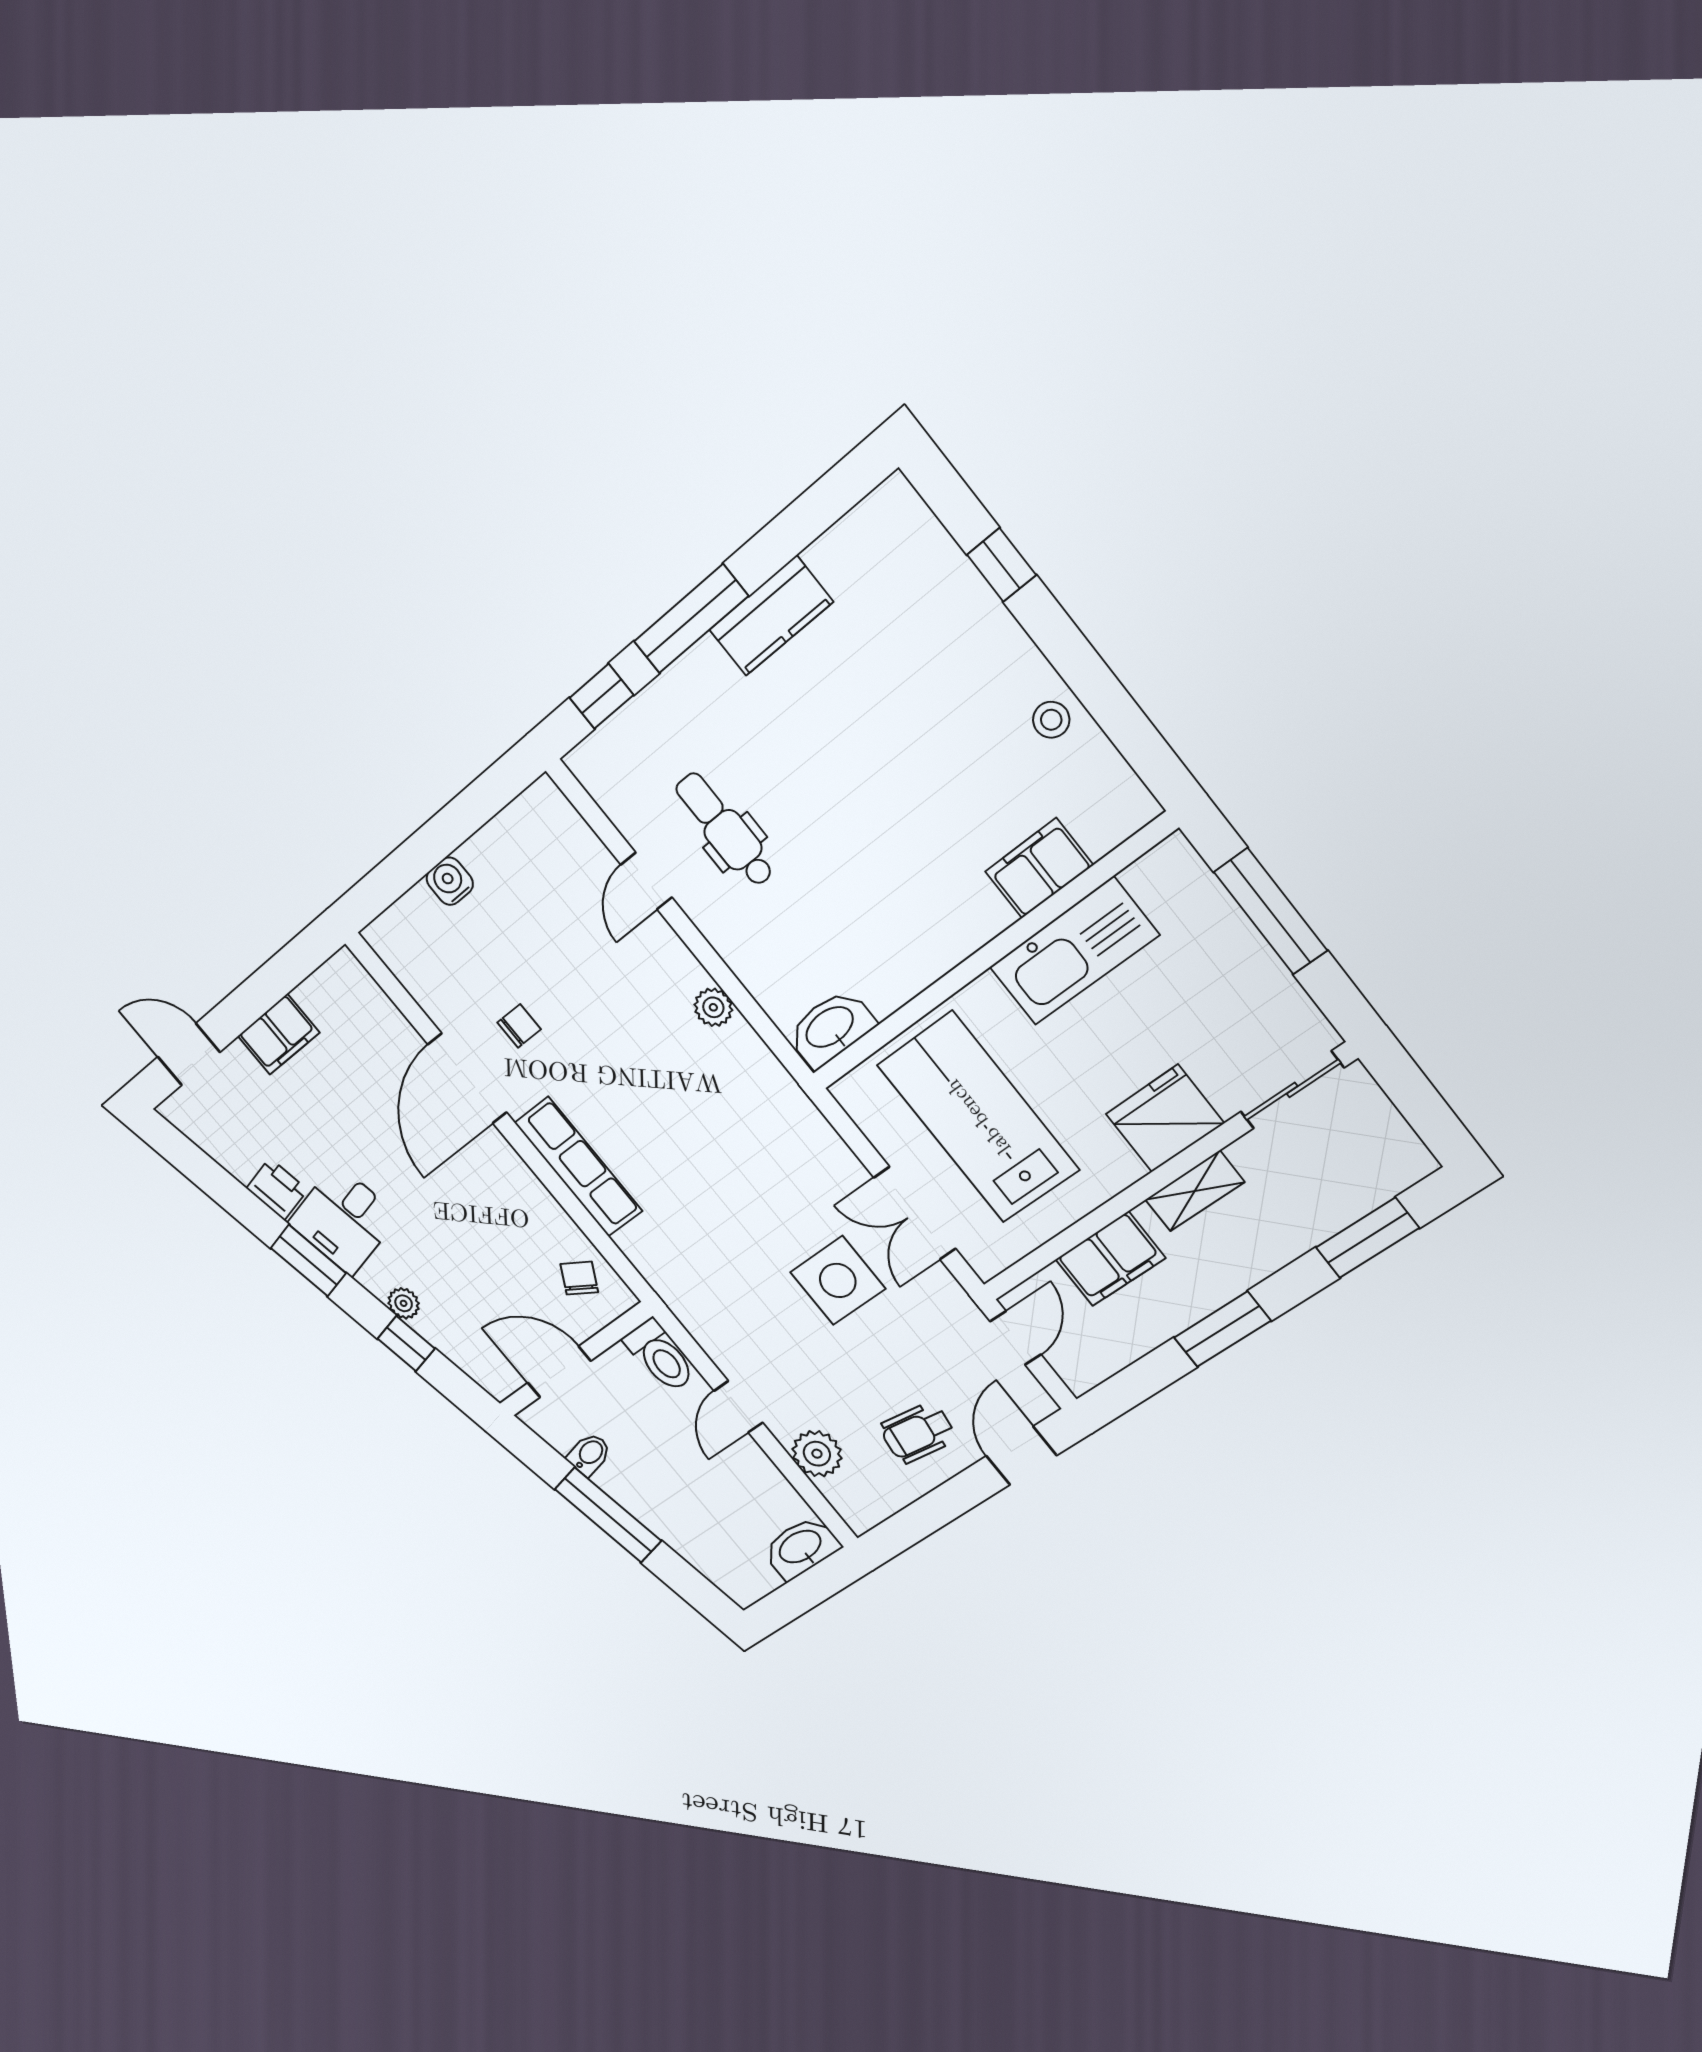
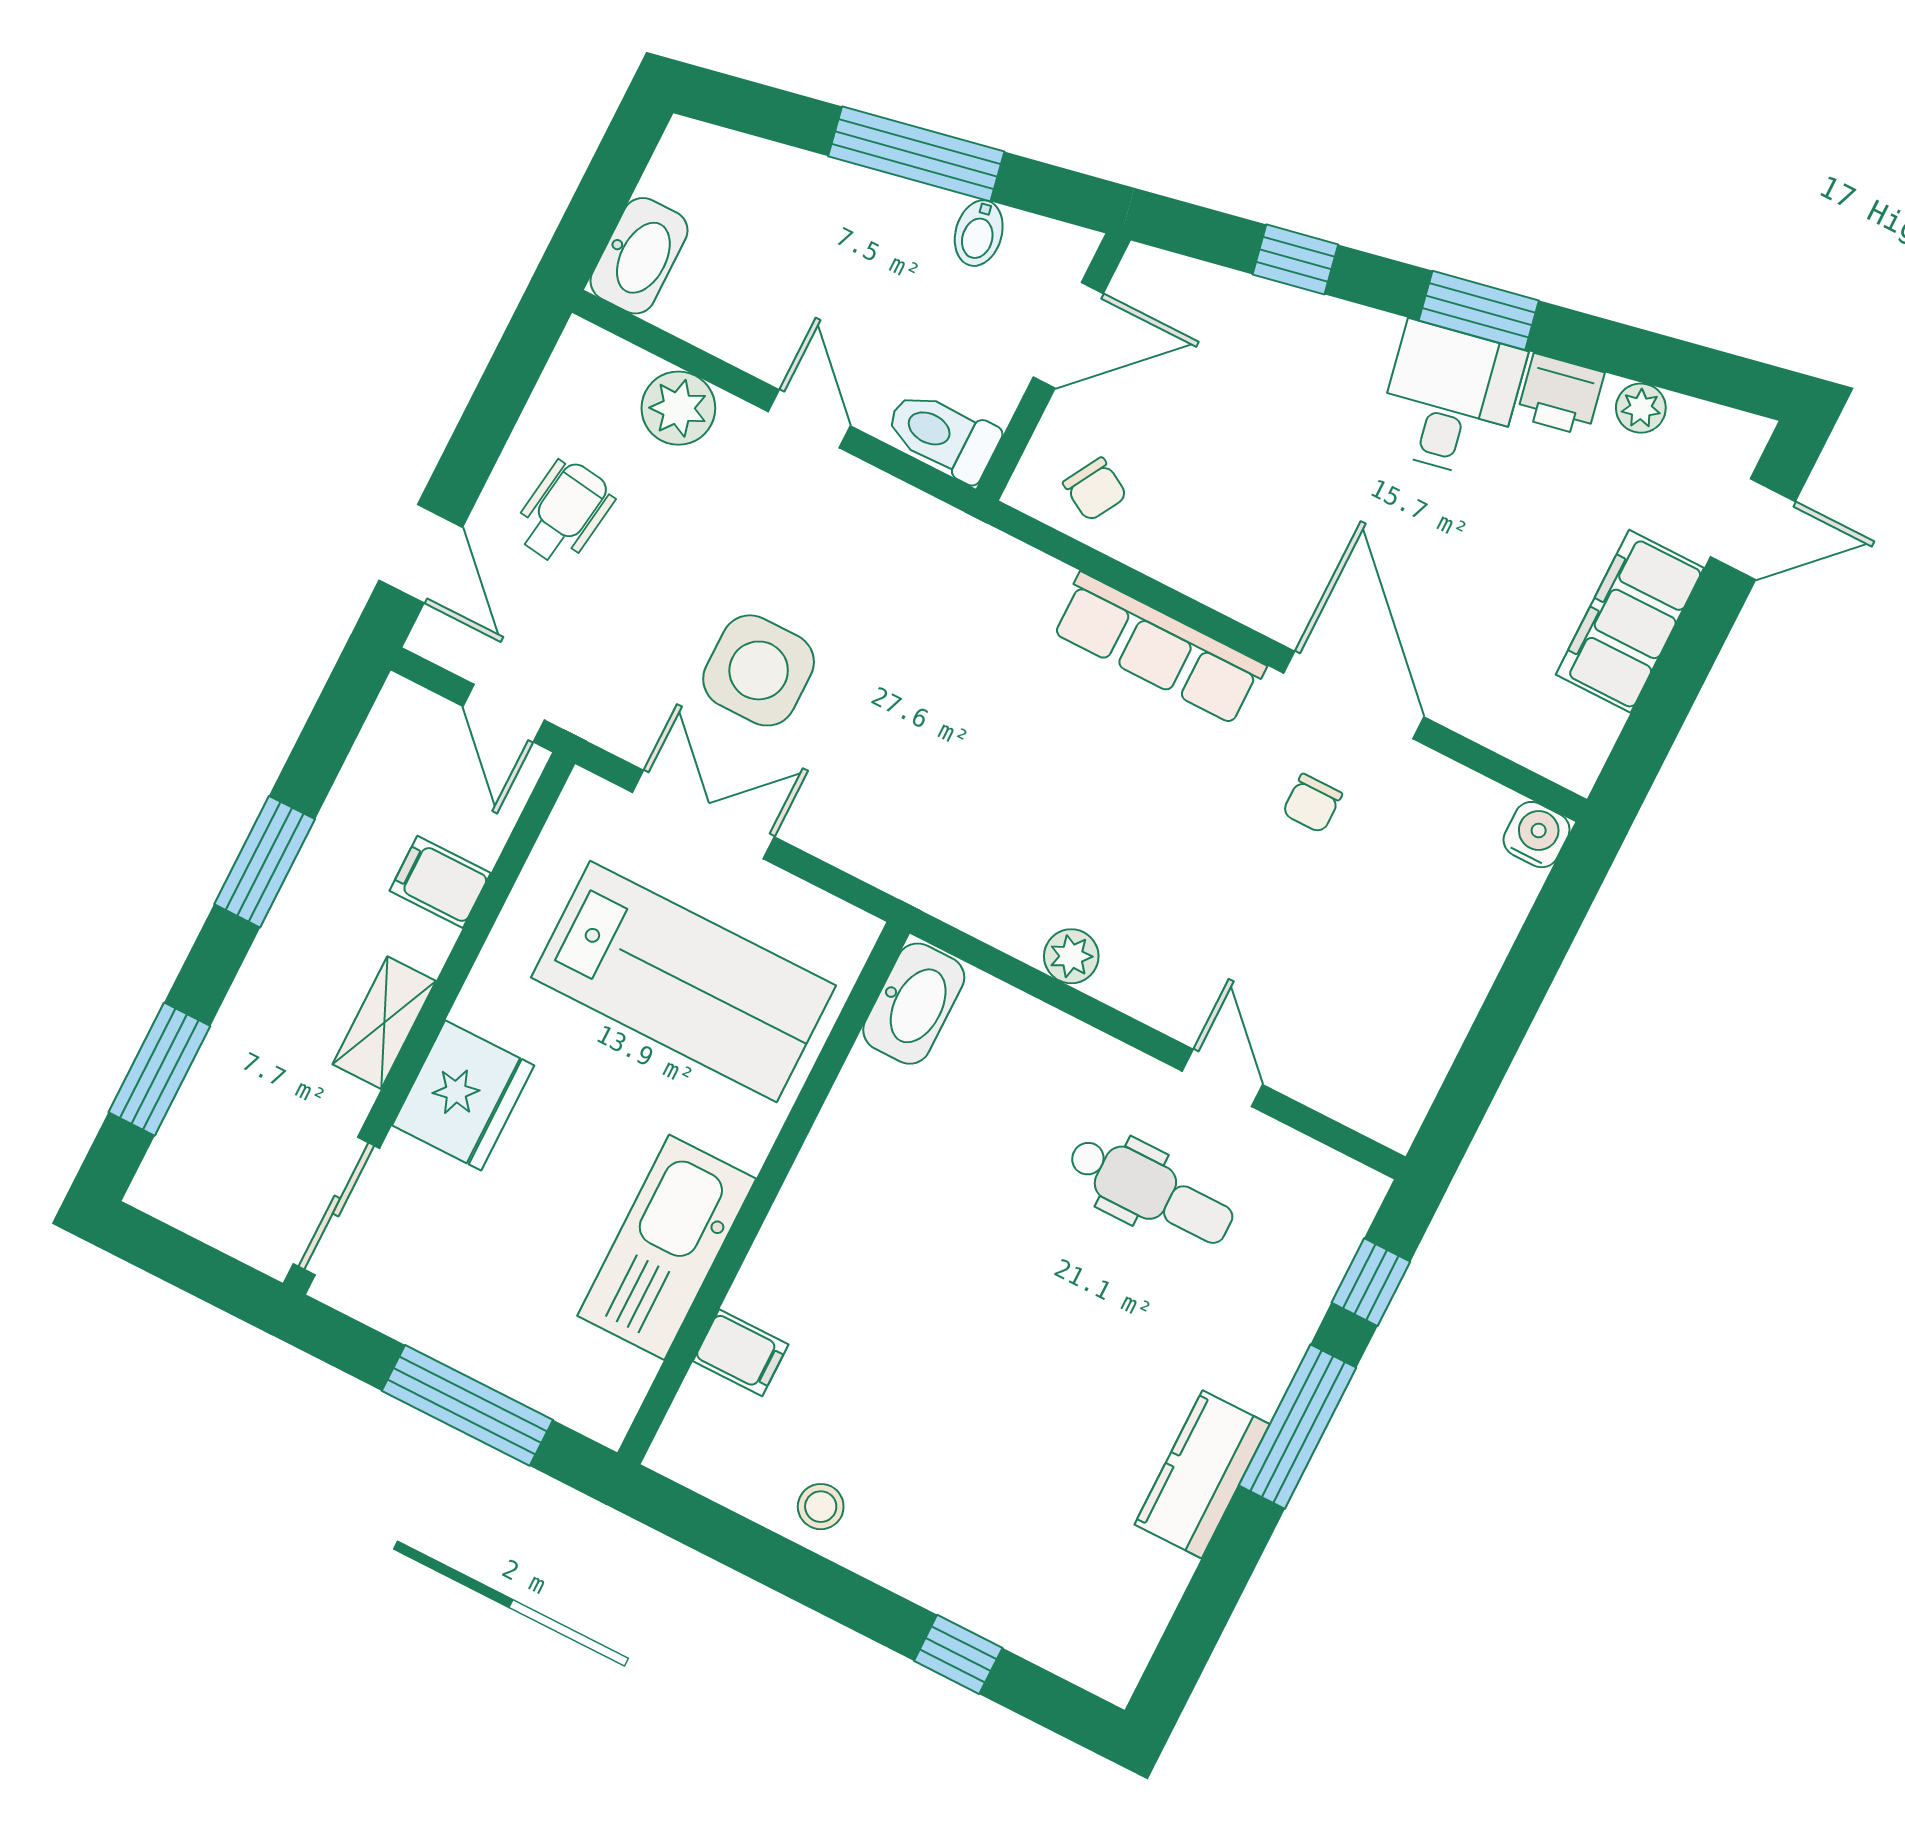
filing cabinet: (1039, 868) -> (741, 1353), width x0.50
water cooler: (450, 881) -> (1537, 835), moved, turned -90
filing cabinet: (278, 1034) -> (1630, 621), width x1.50, depth x1.17
filing cabinet: (1110, 1259) -> (440, 882), width x0.50
plant: (404, 1303) -> (1641, 408), moved

